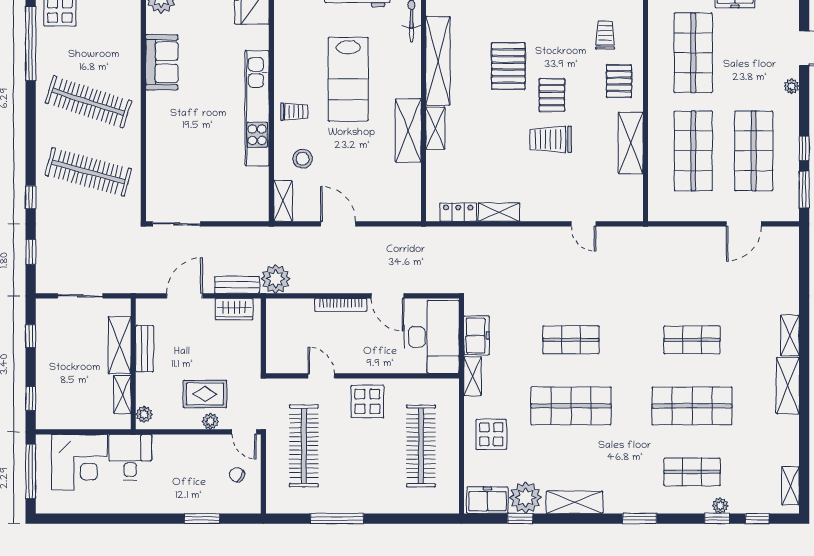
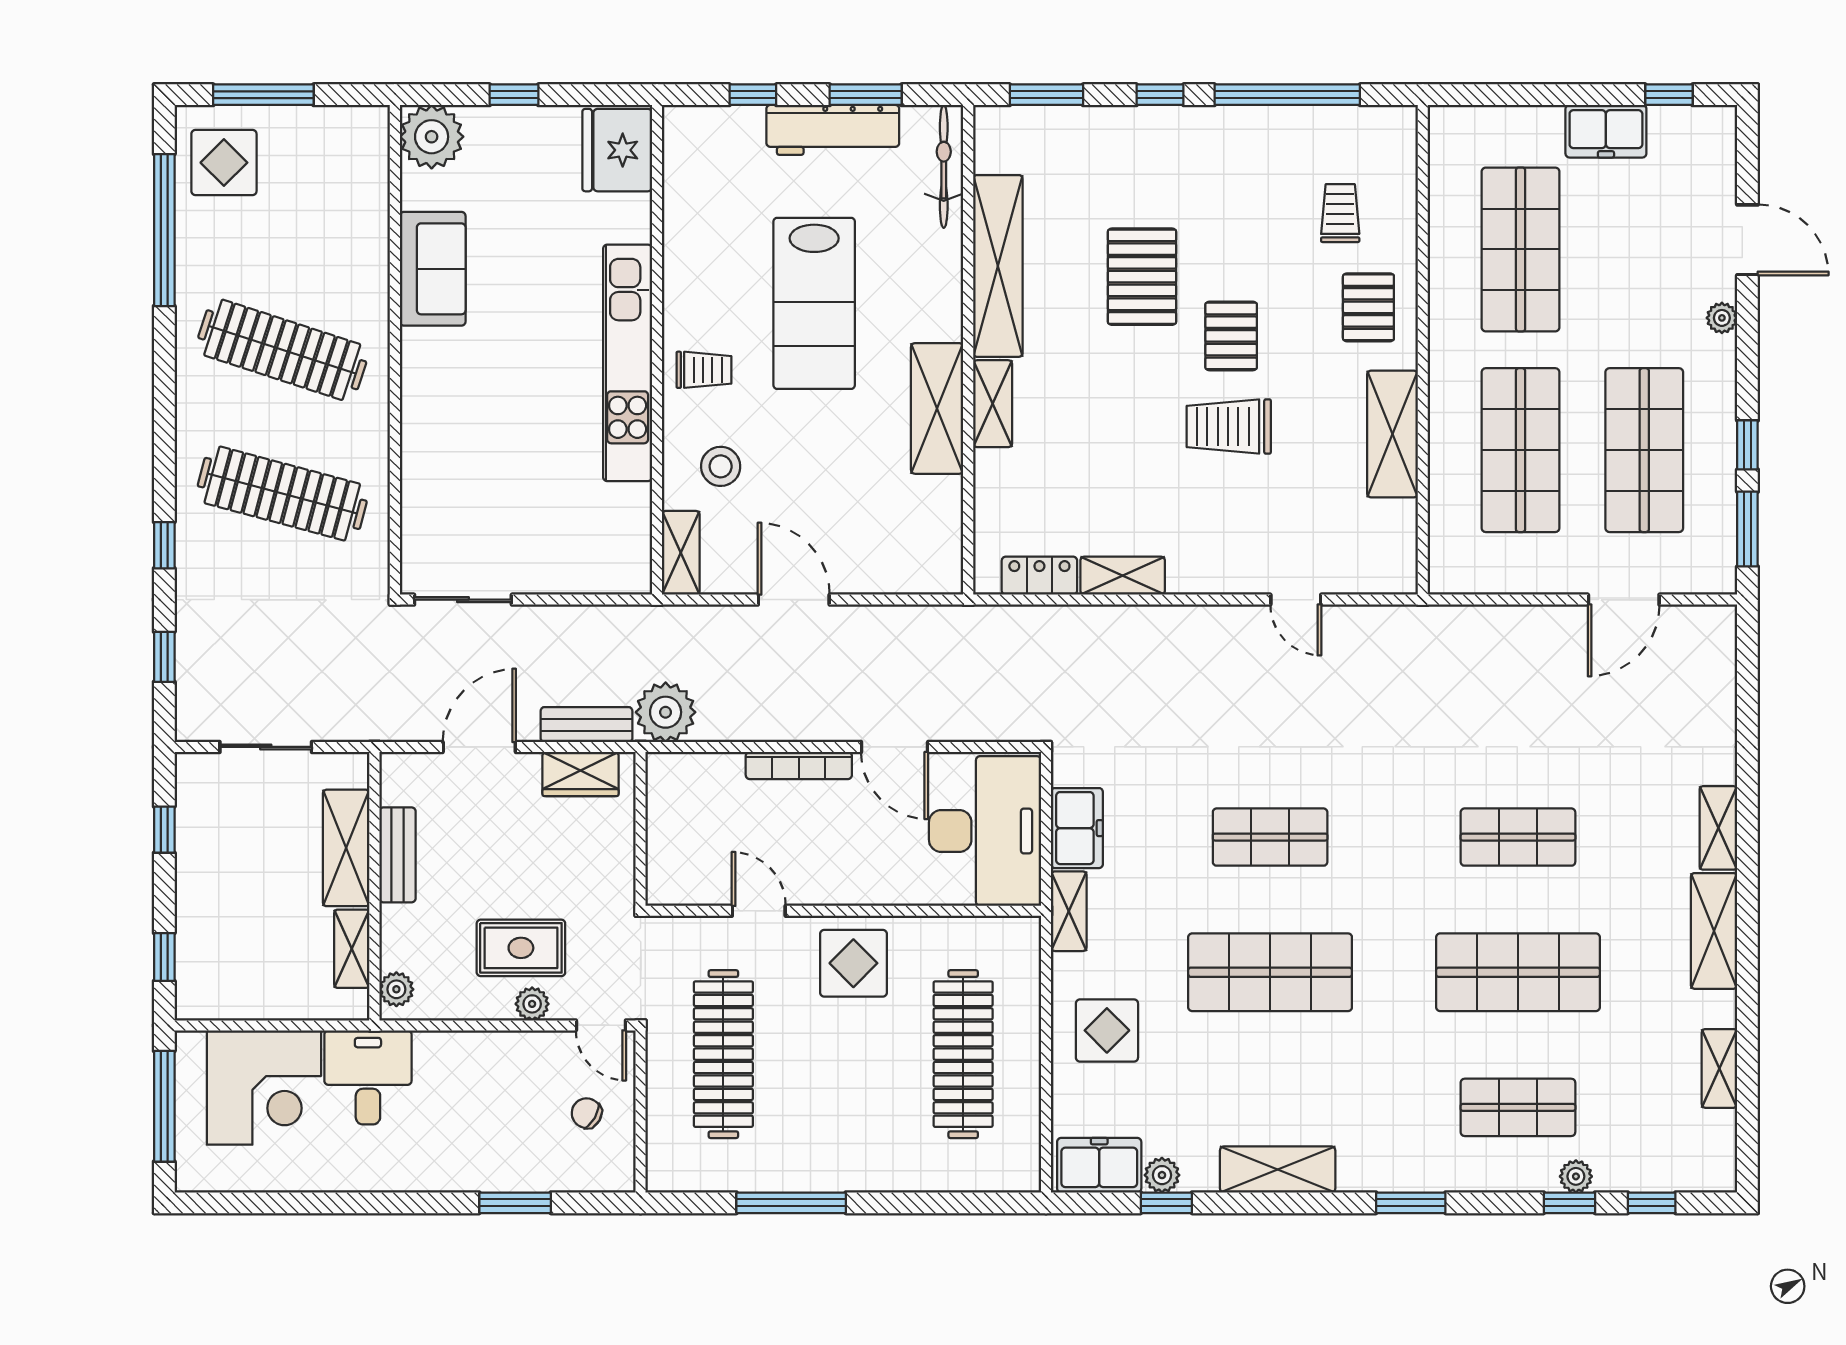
shelving: (790, 486) -> (1719, 1068), moved
plant: (526, 498) -> (1162, 1175), width x0.53, depth x0.53

